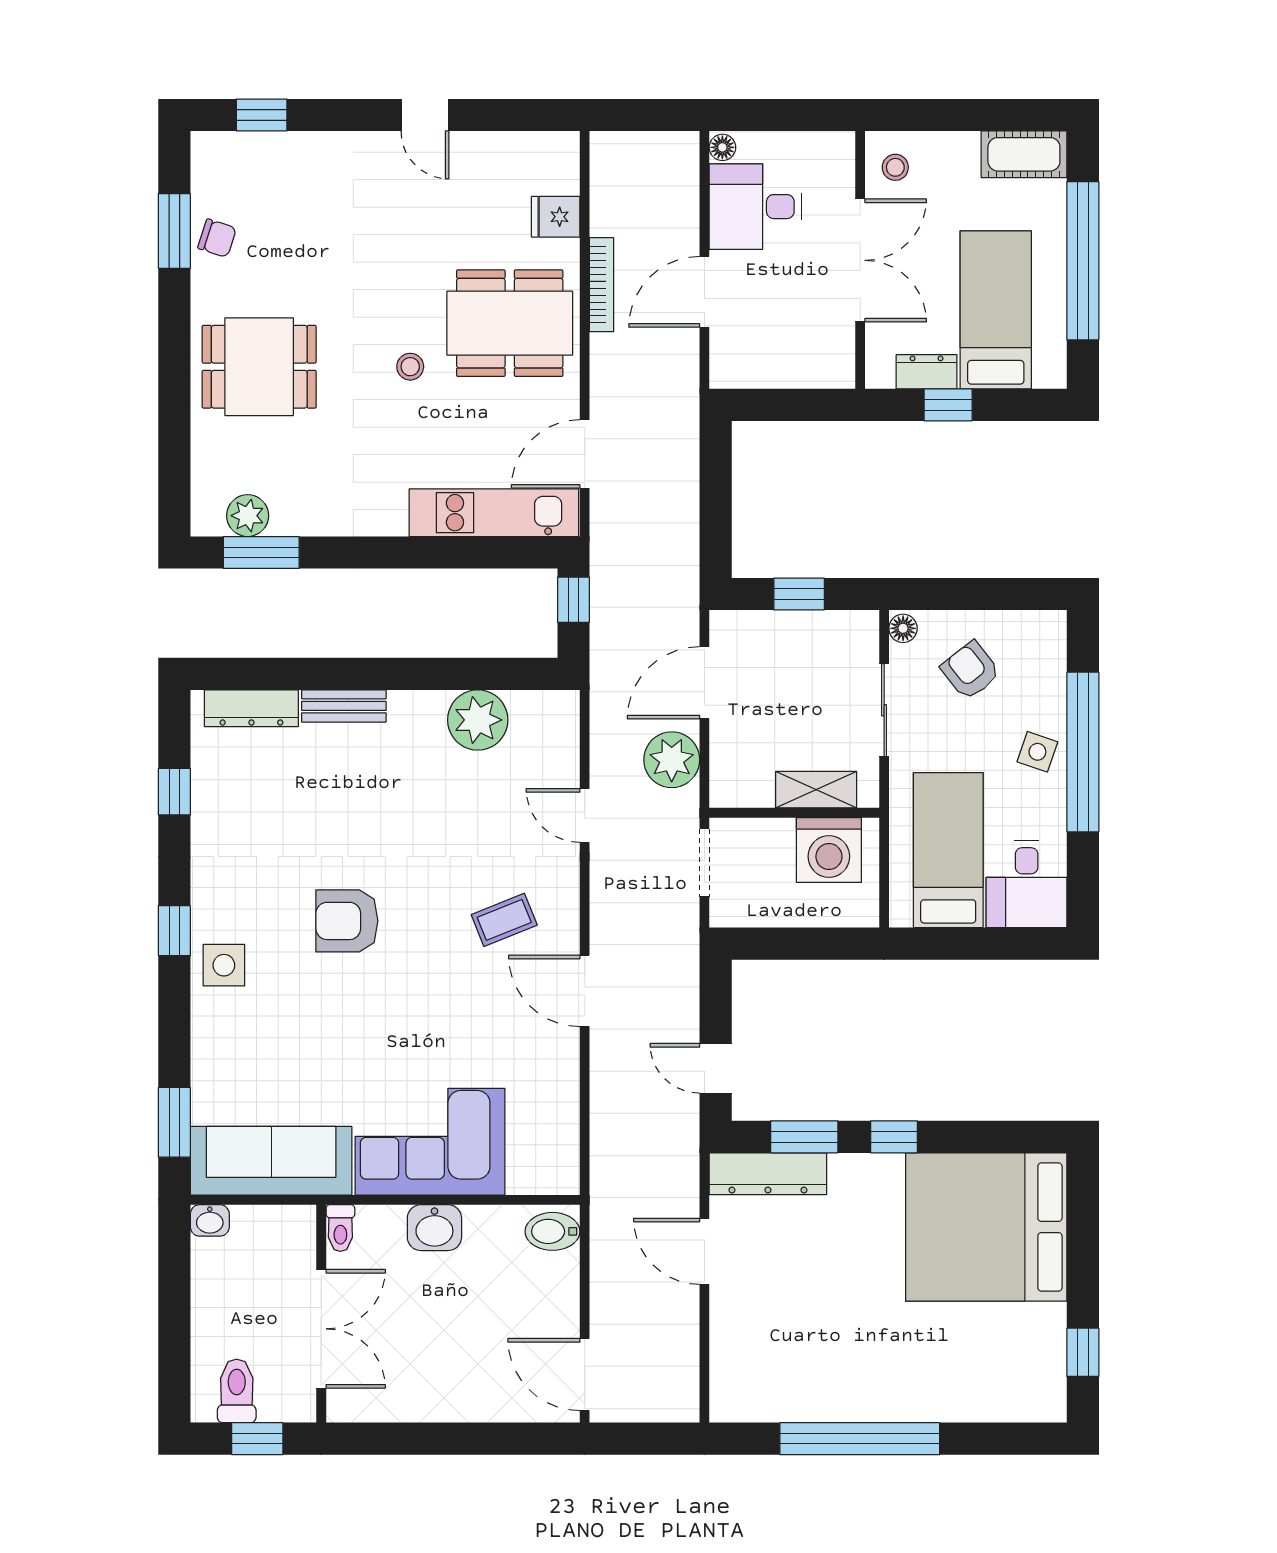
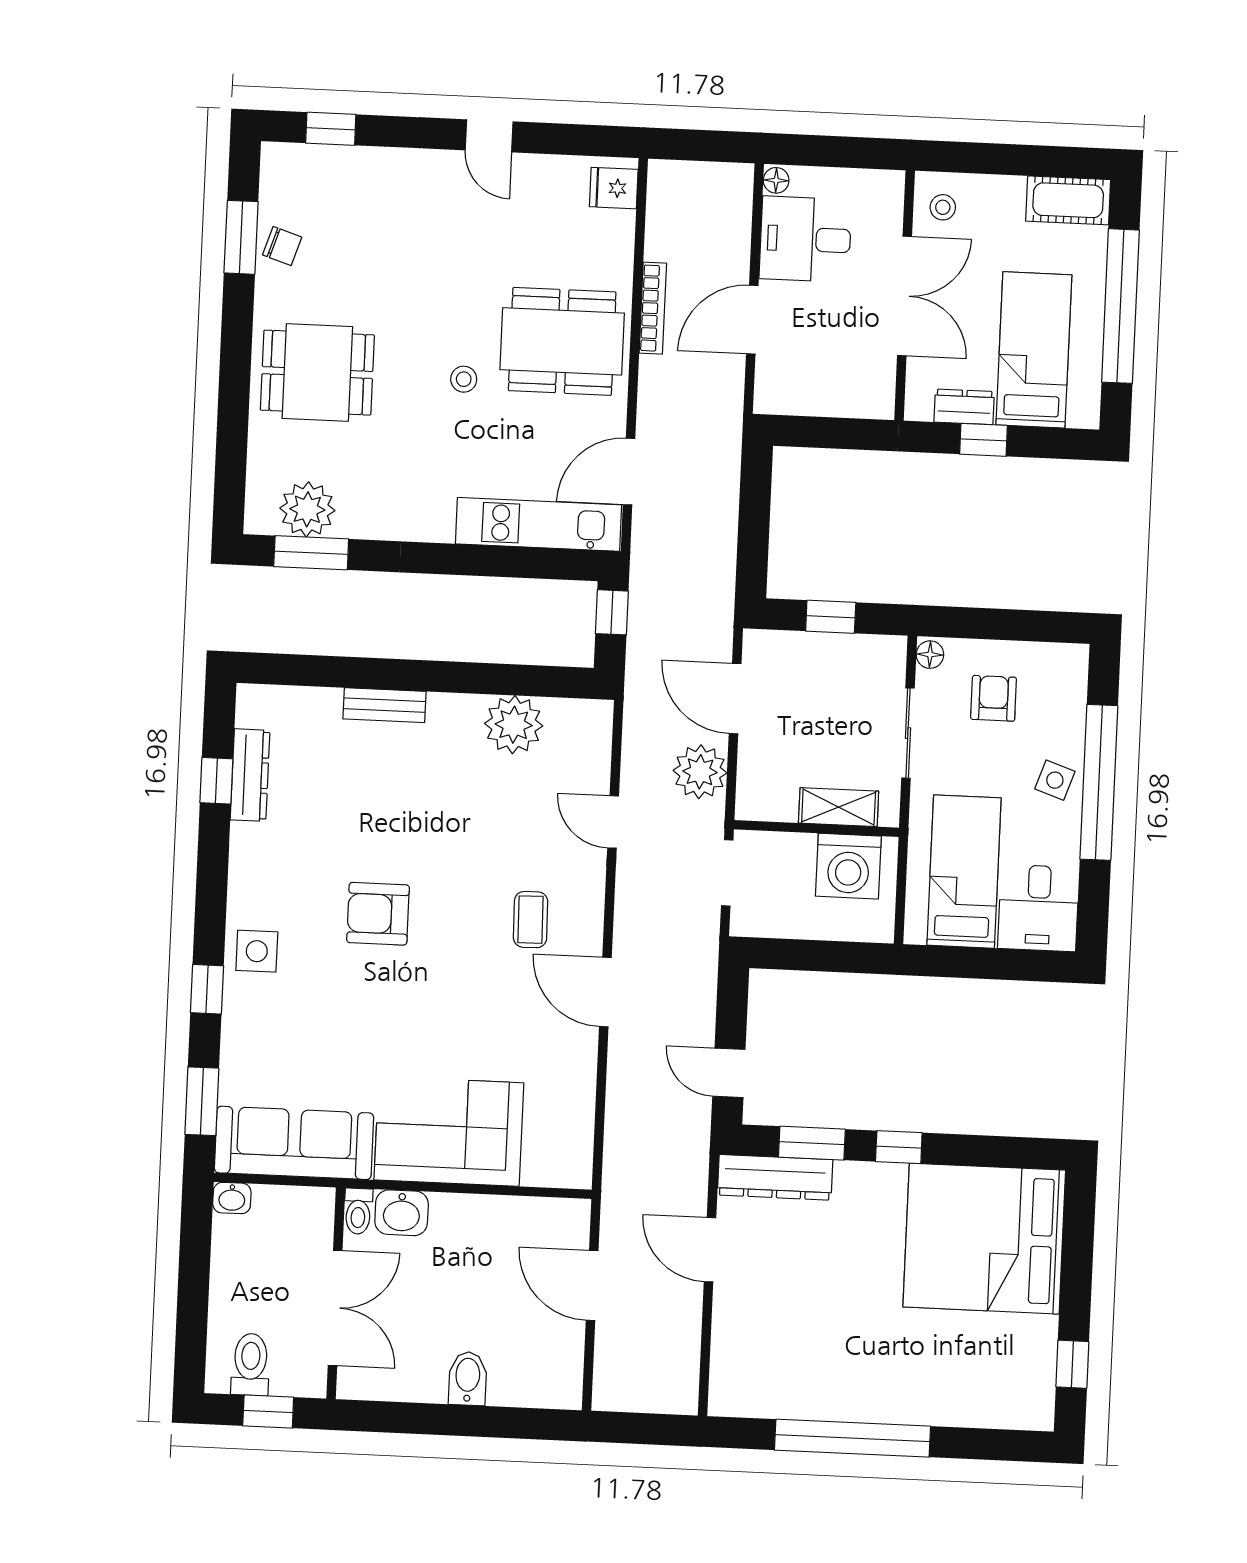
fridge: (556, 217) -> (614, 188), moved
plant: (248, 516) -> (307, 509), width x1.36, depth x1.36
armchair: (971, 670) -> (994, 698), turned 38
door: (704, 683) -> (735, 699), hinge flipped
dresser: (251, 708) -> (250, 775), moved, turned -90
coffee table: (504, 920) -> (531, 920), turned -69
window: (174, 931) -> (207, 989), moved
washbasin: (434, 1228) -> (402, 1213), moved
bidet: (552, 1231) -> (468, 1379), moved, turned 90
door: (585, 1374) -> (592, 1285), moved

